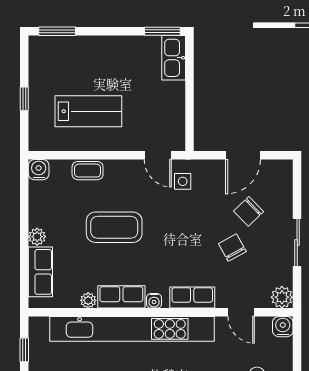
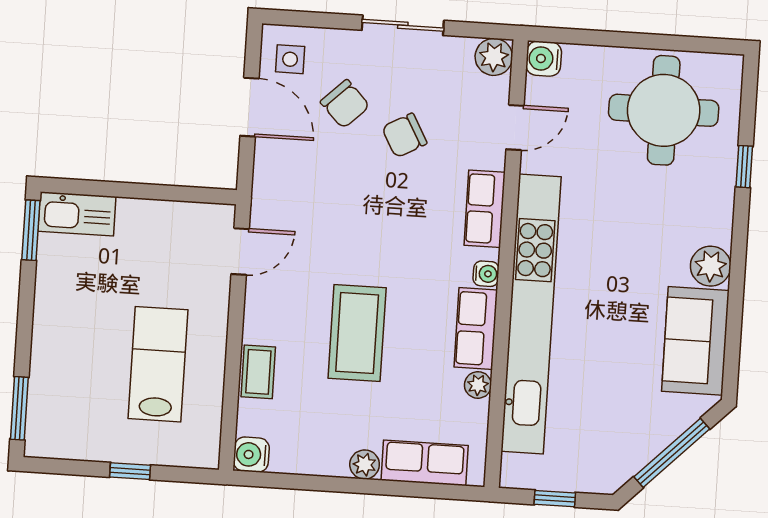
side table: (183, 181) -> (290, 59), moved

